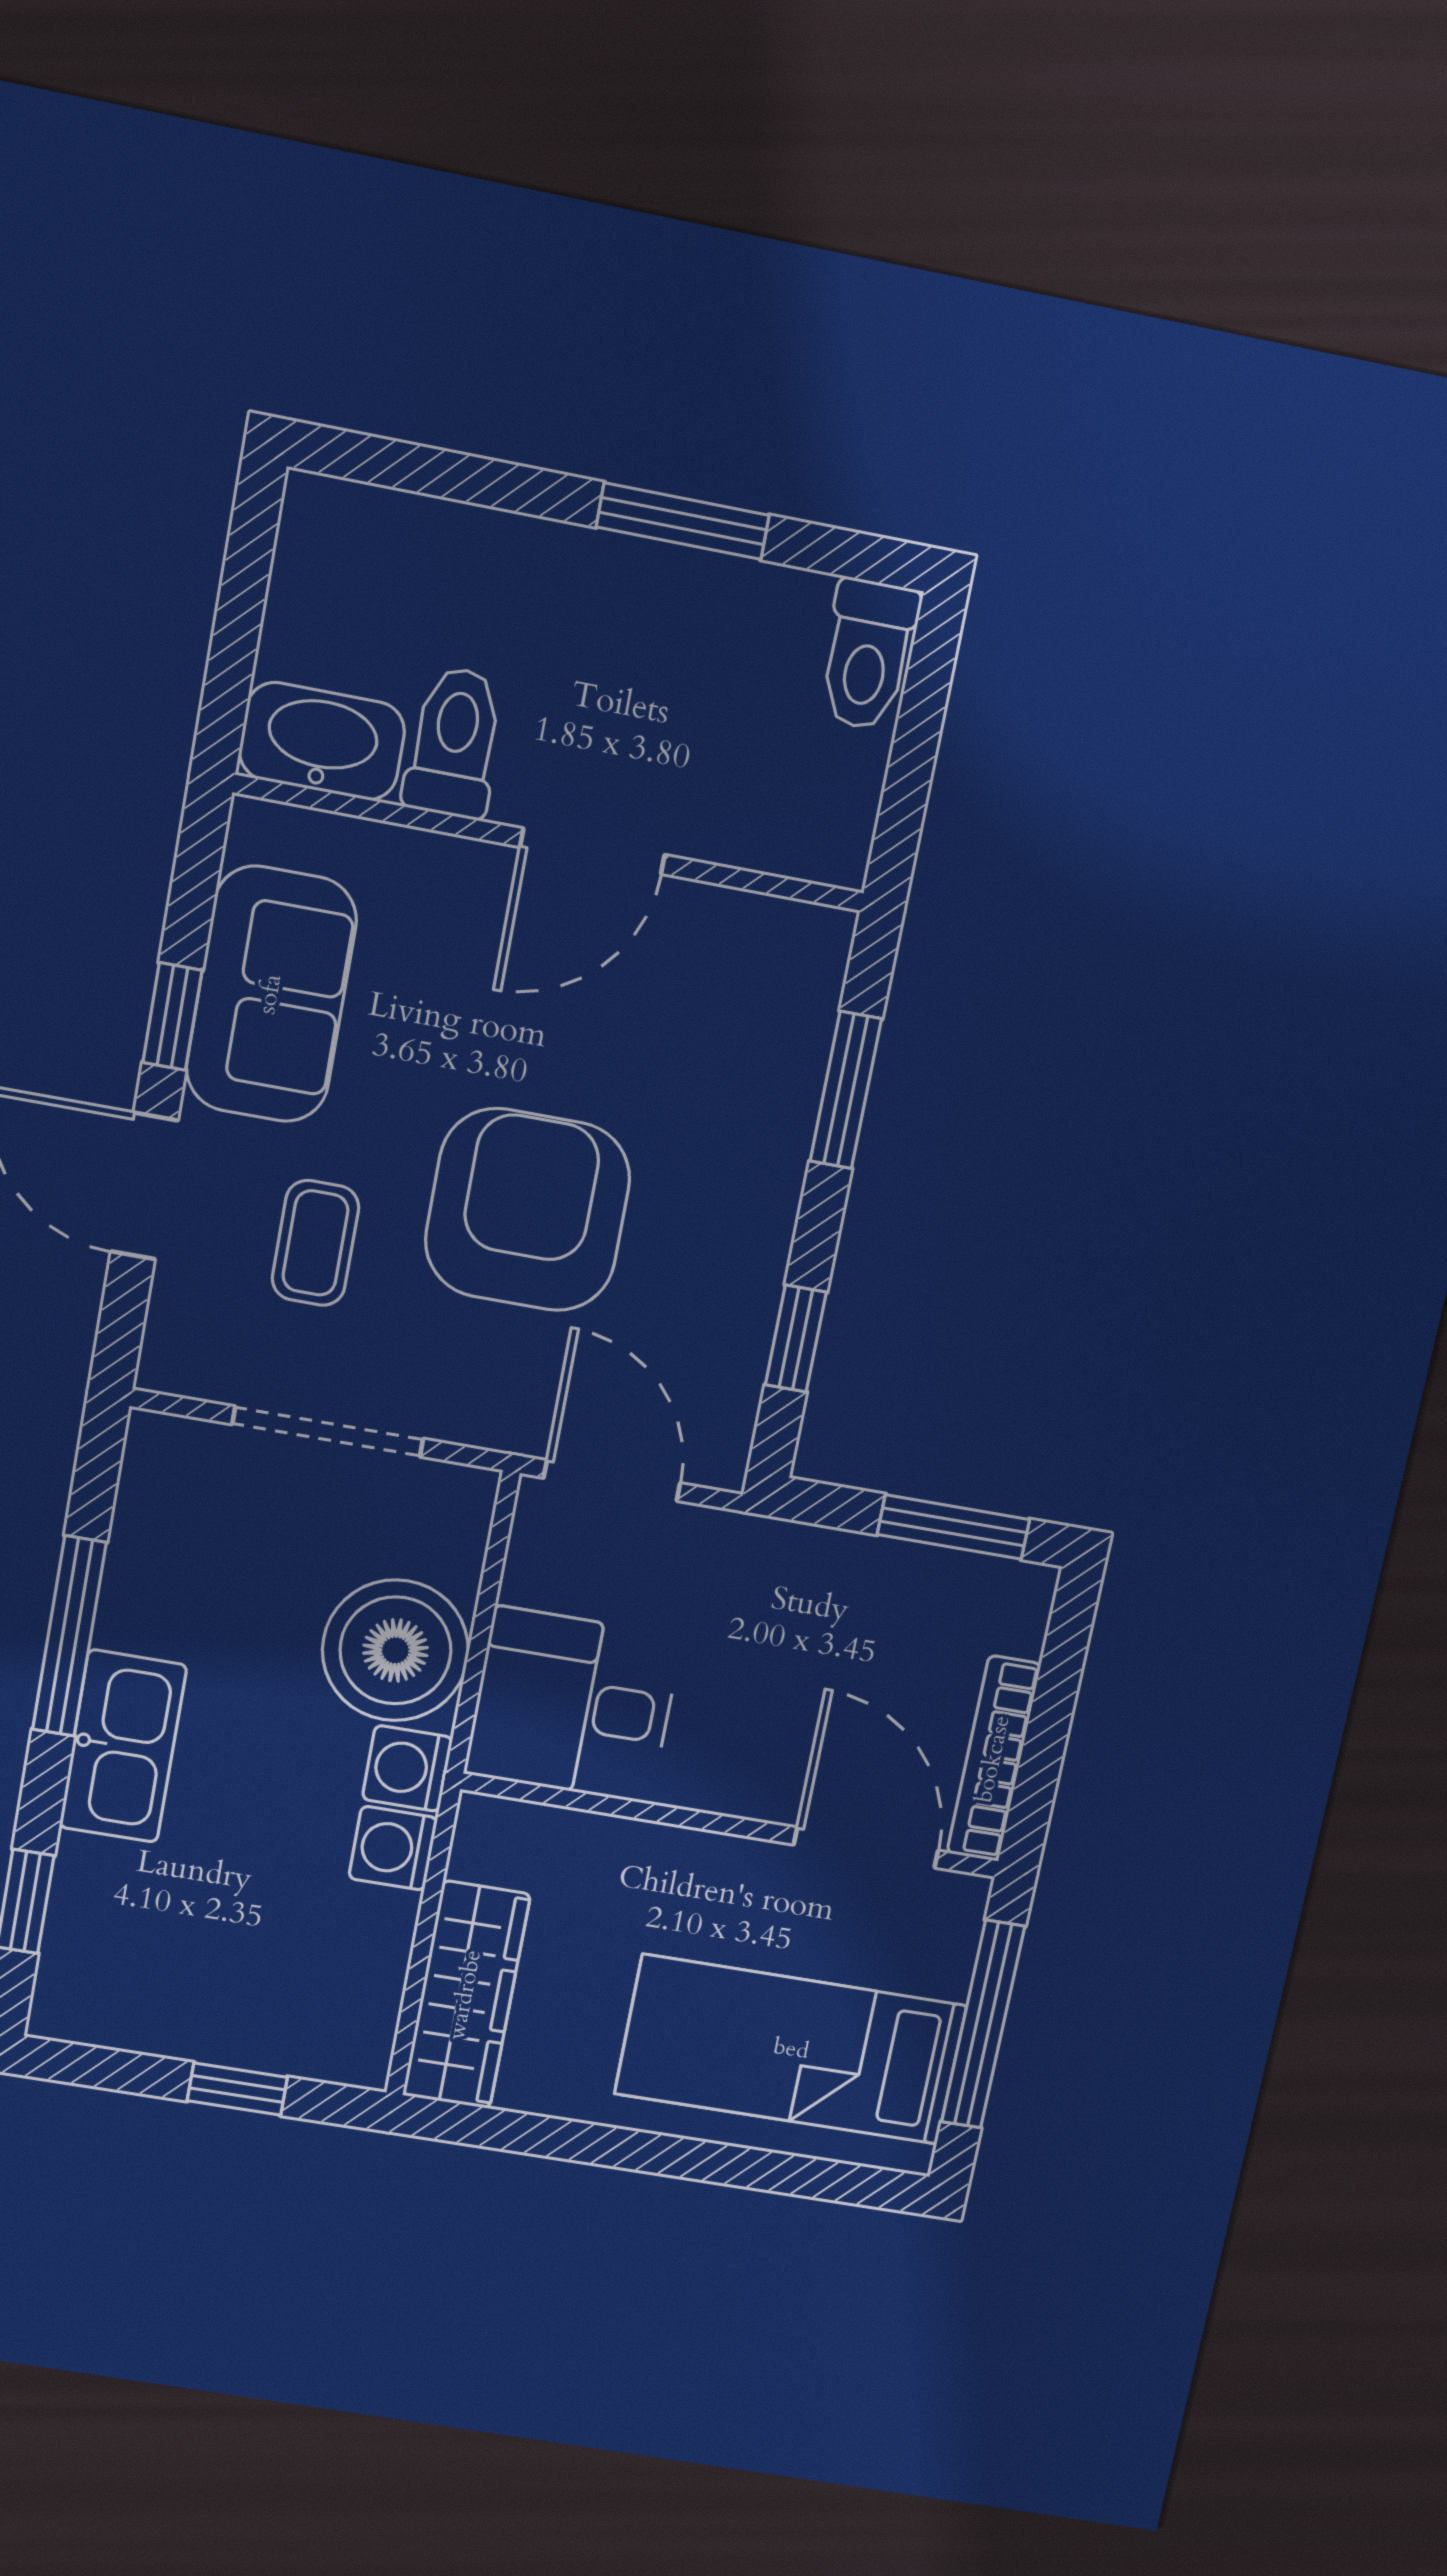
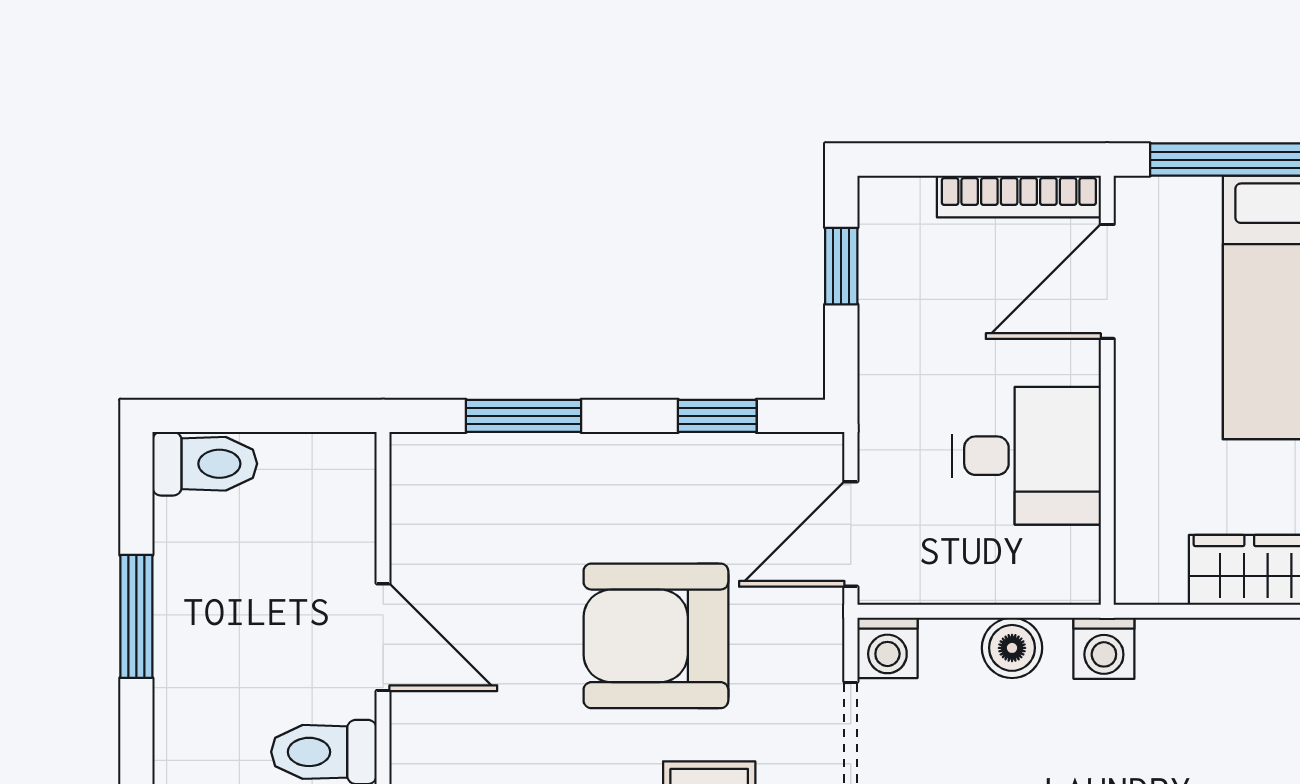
window: (953, 1527) -> (841, 266), width x0.67
boiler: (395, 1650) -> (1012, 648), width x0.54, depth x0.54
desk: (573, 1705) -> (1027, 456), moved, turned -90
washing machine: (393, 1848) -> (887, 648), moved

